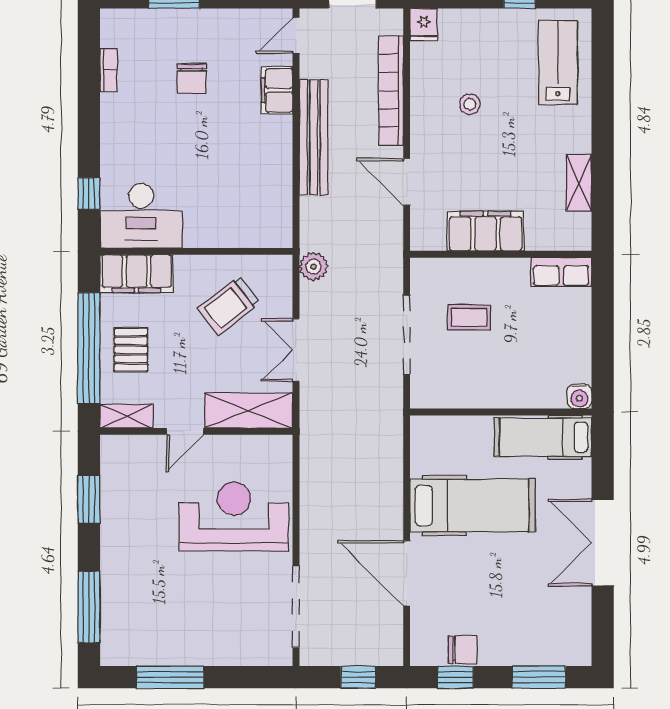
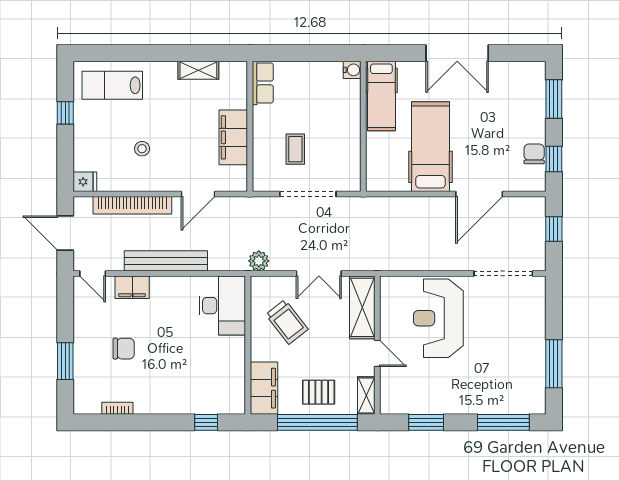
desk: (141, 216) -> (222, 306), moved

